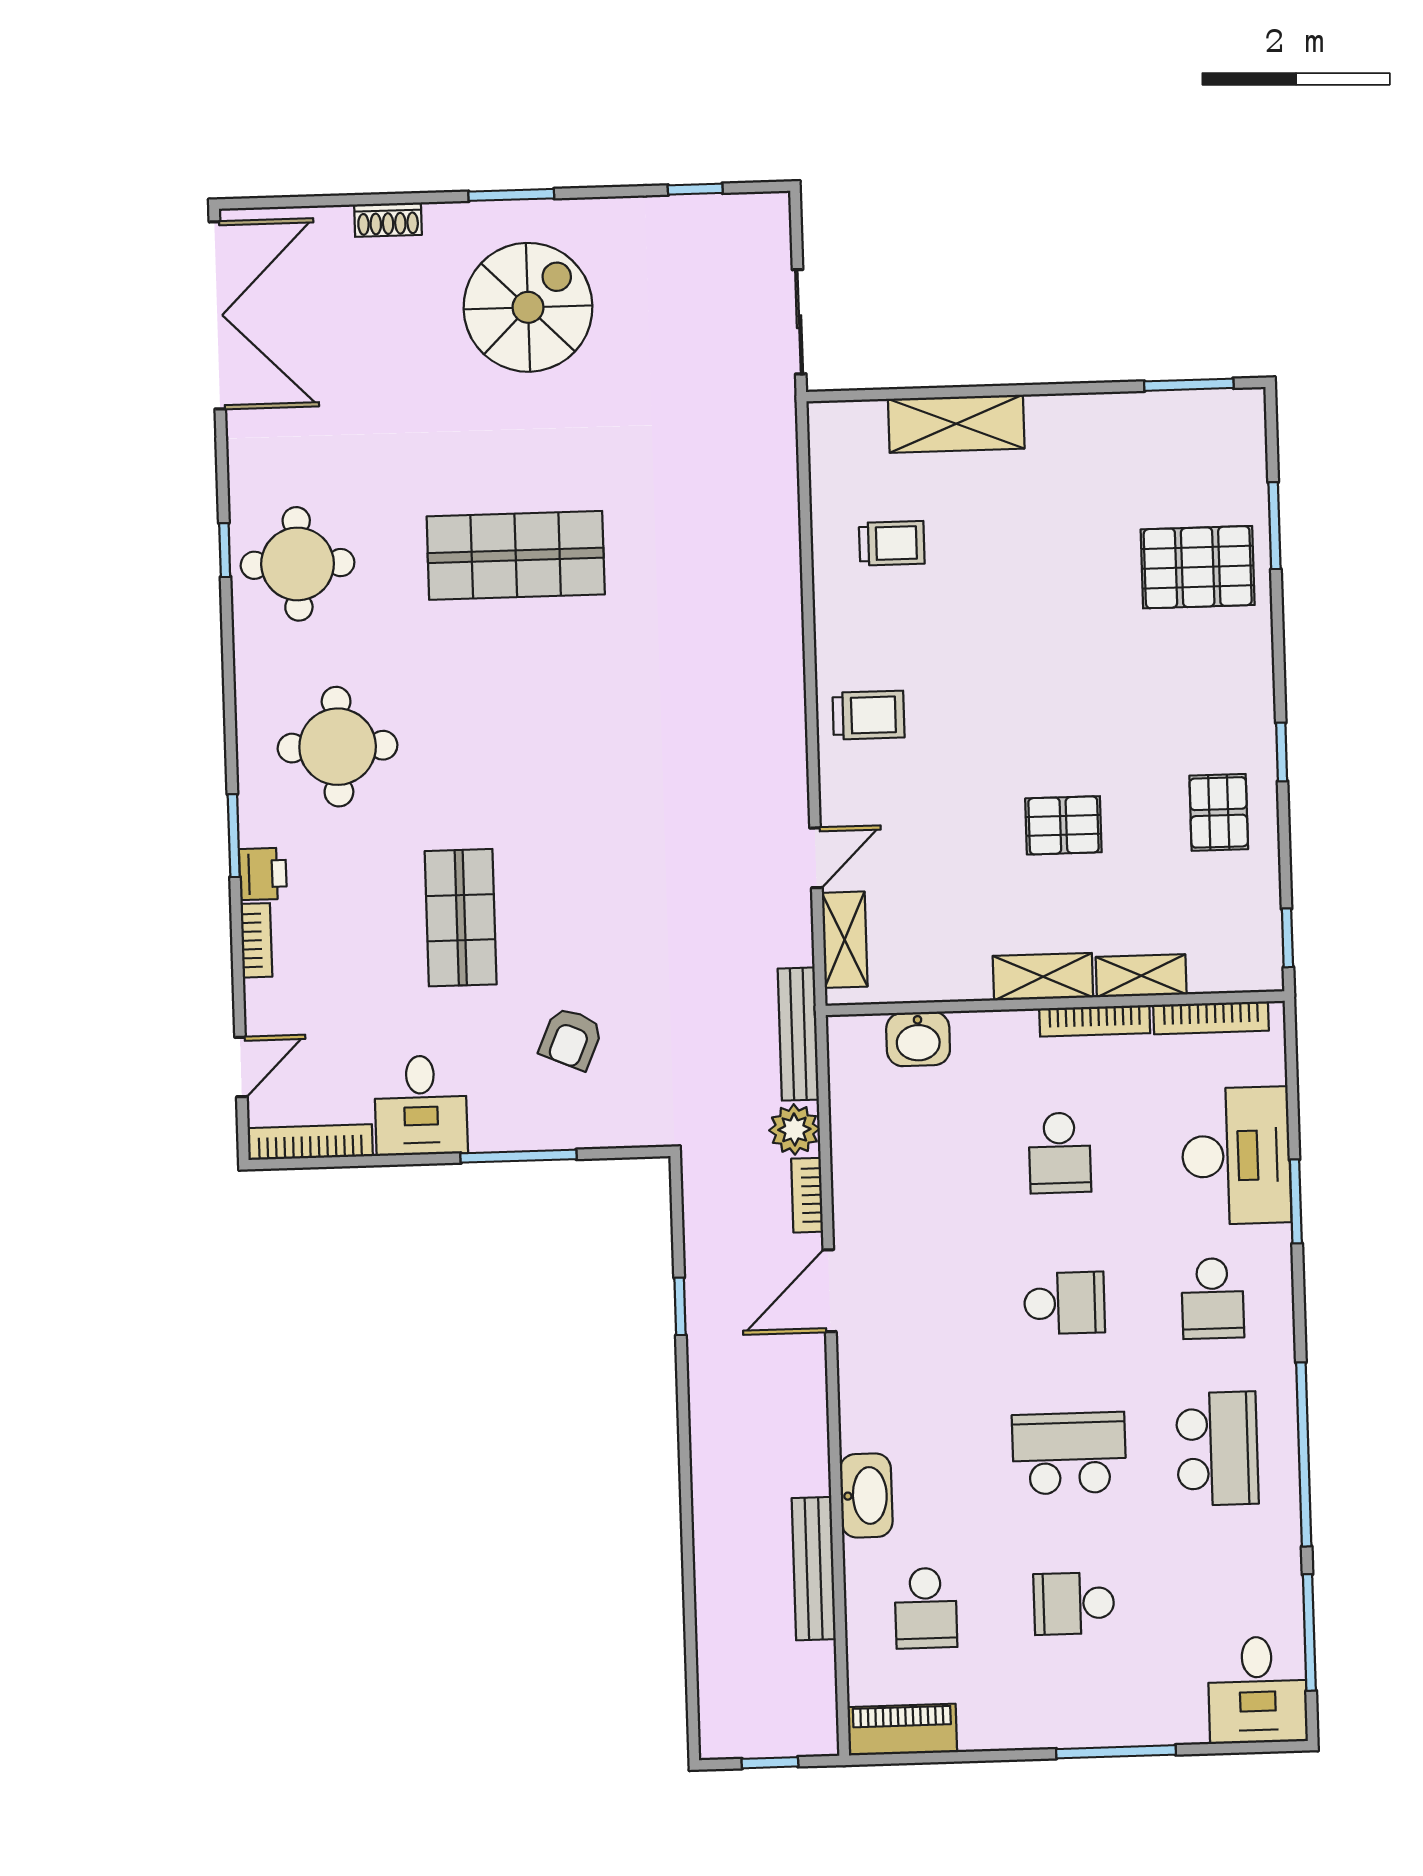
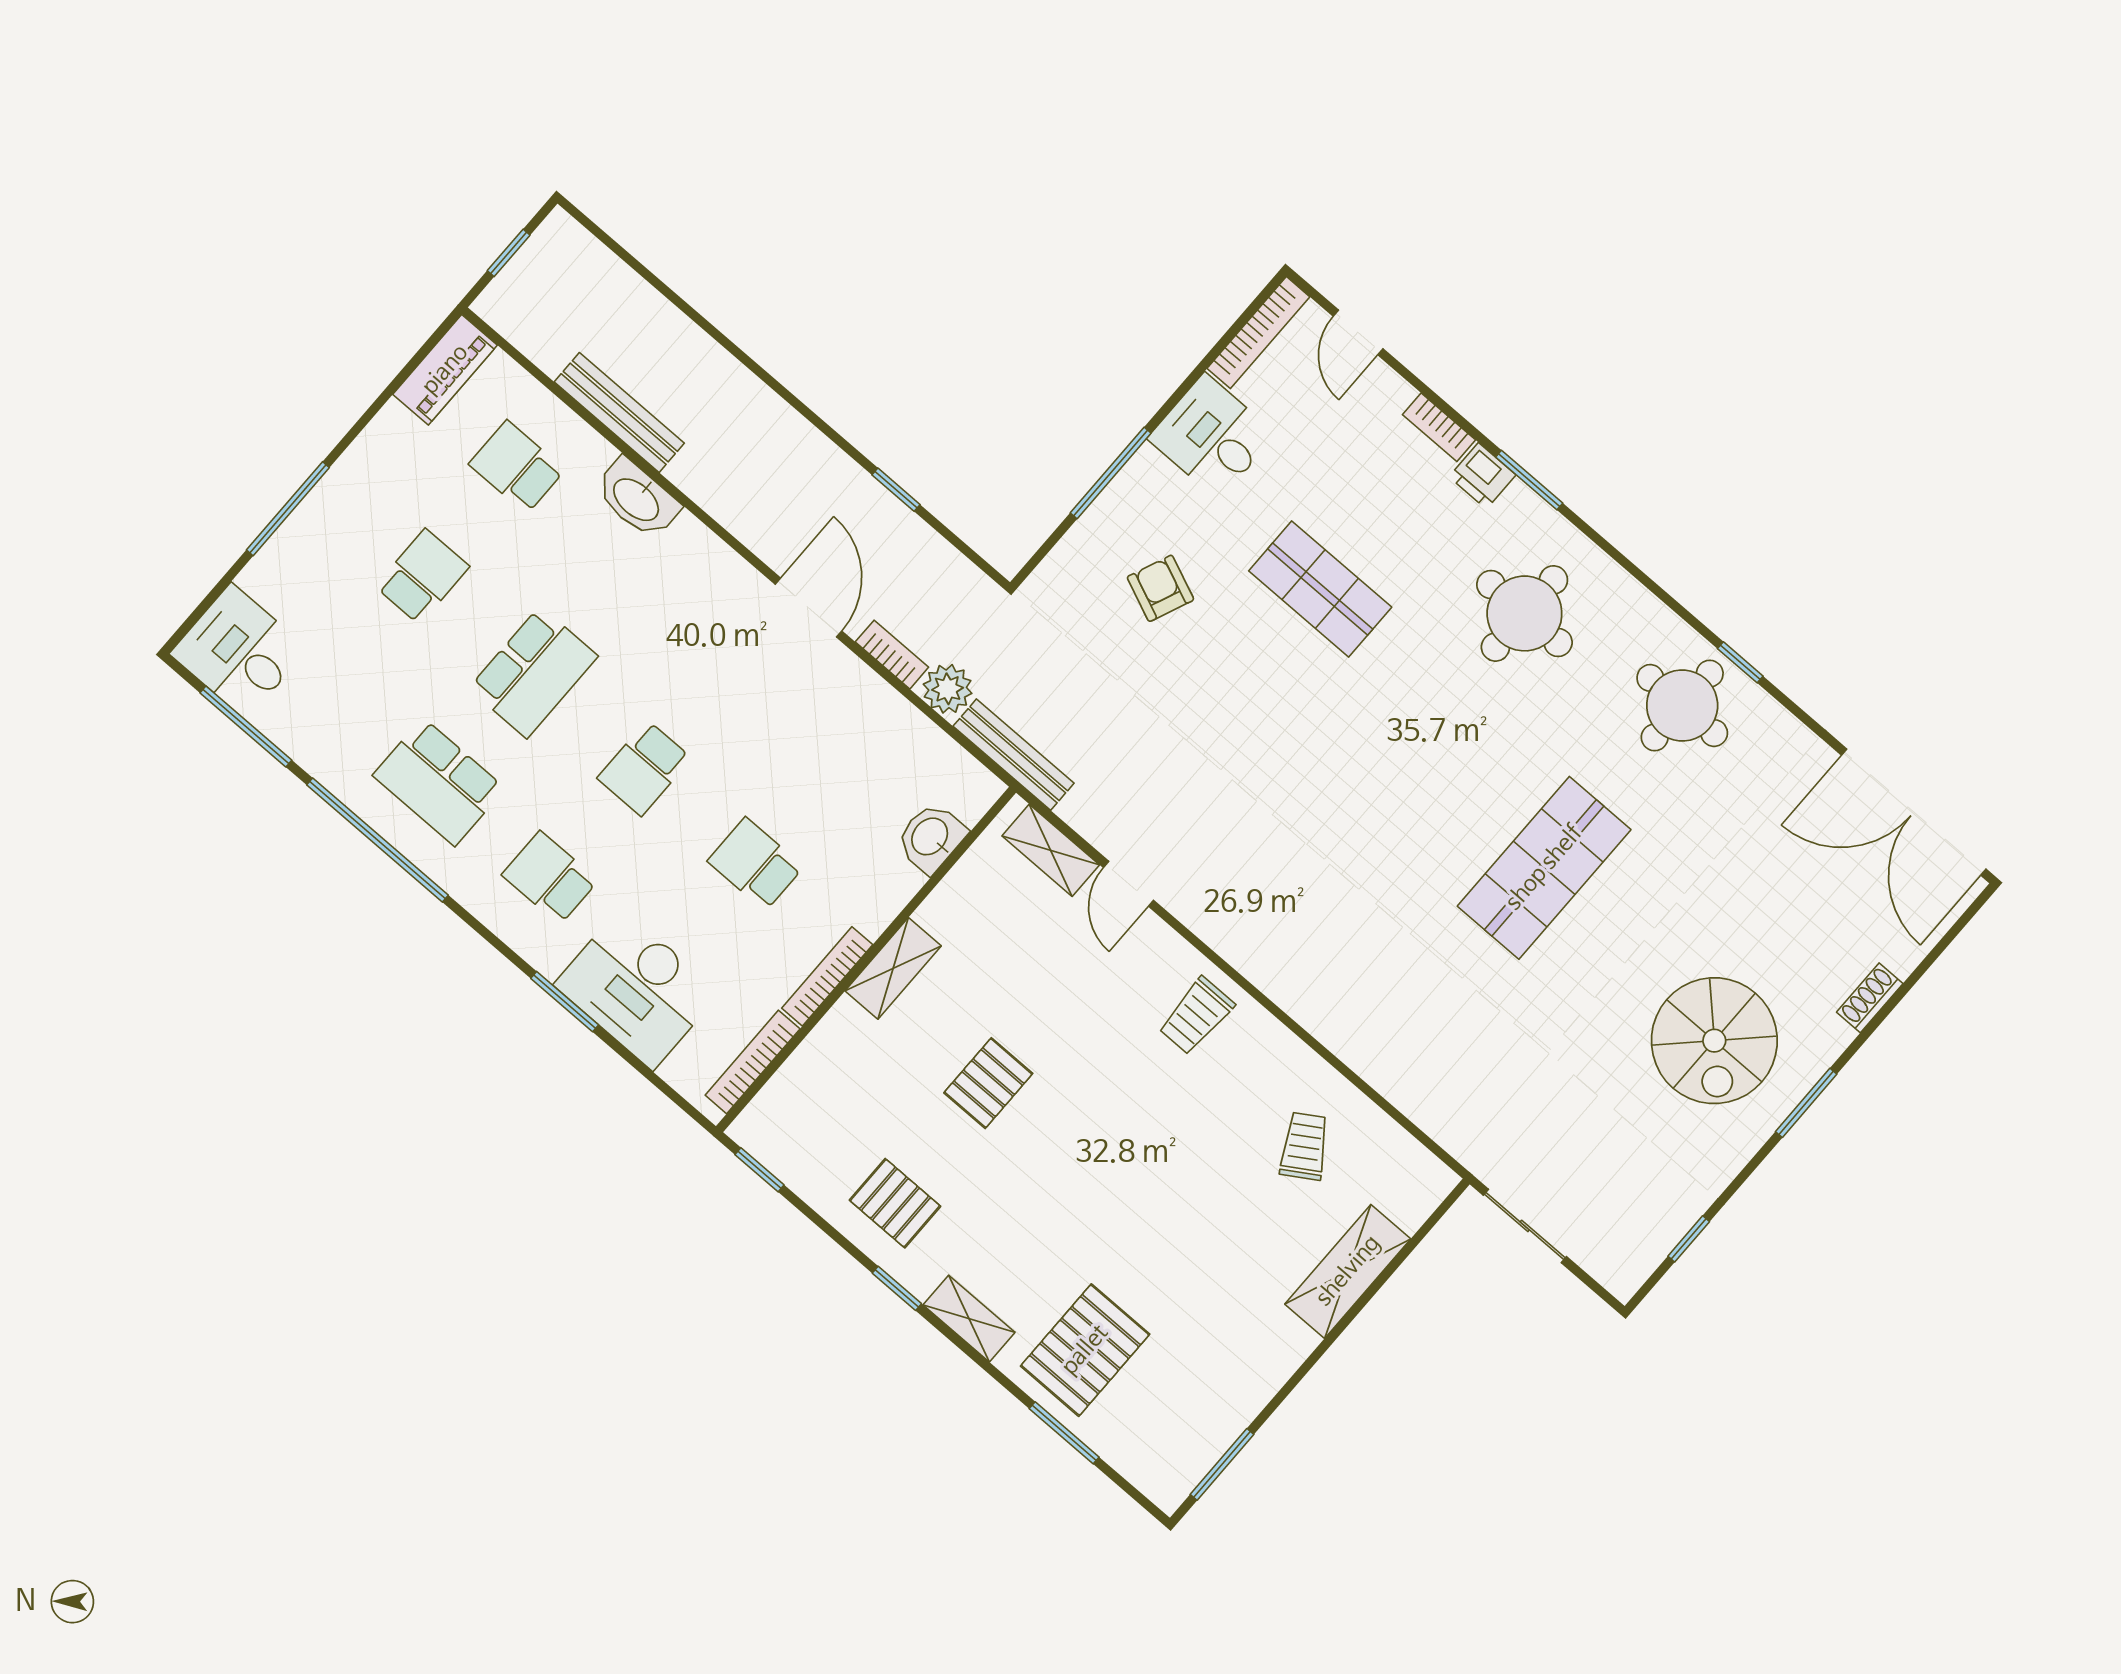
trolley: (892, 543) -> (1304, 1146), turned 148
shelving: (1141, 976) -> (969, 1319), moved, turned 90

